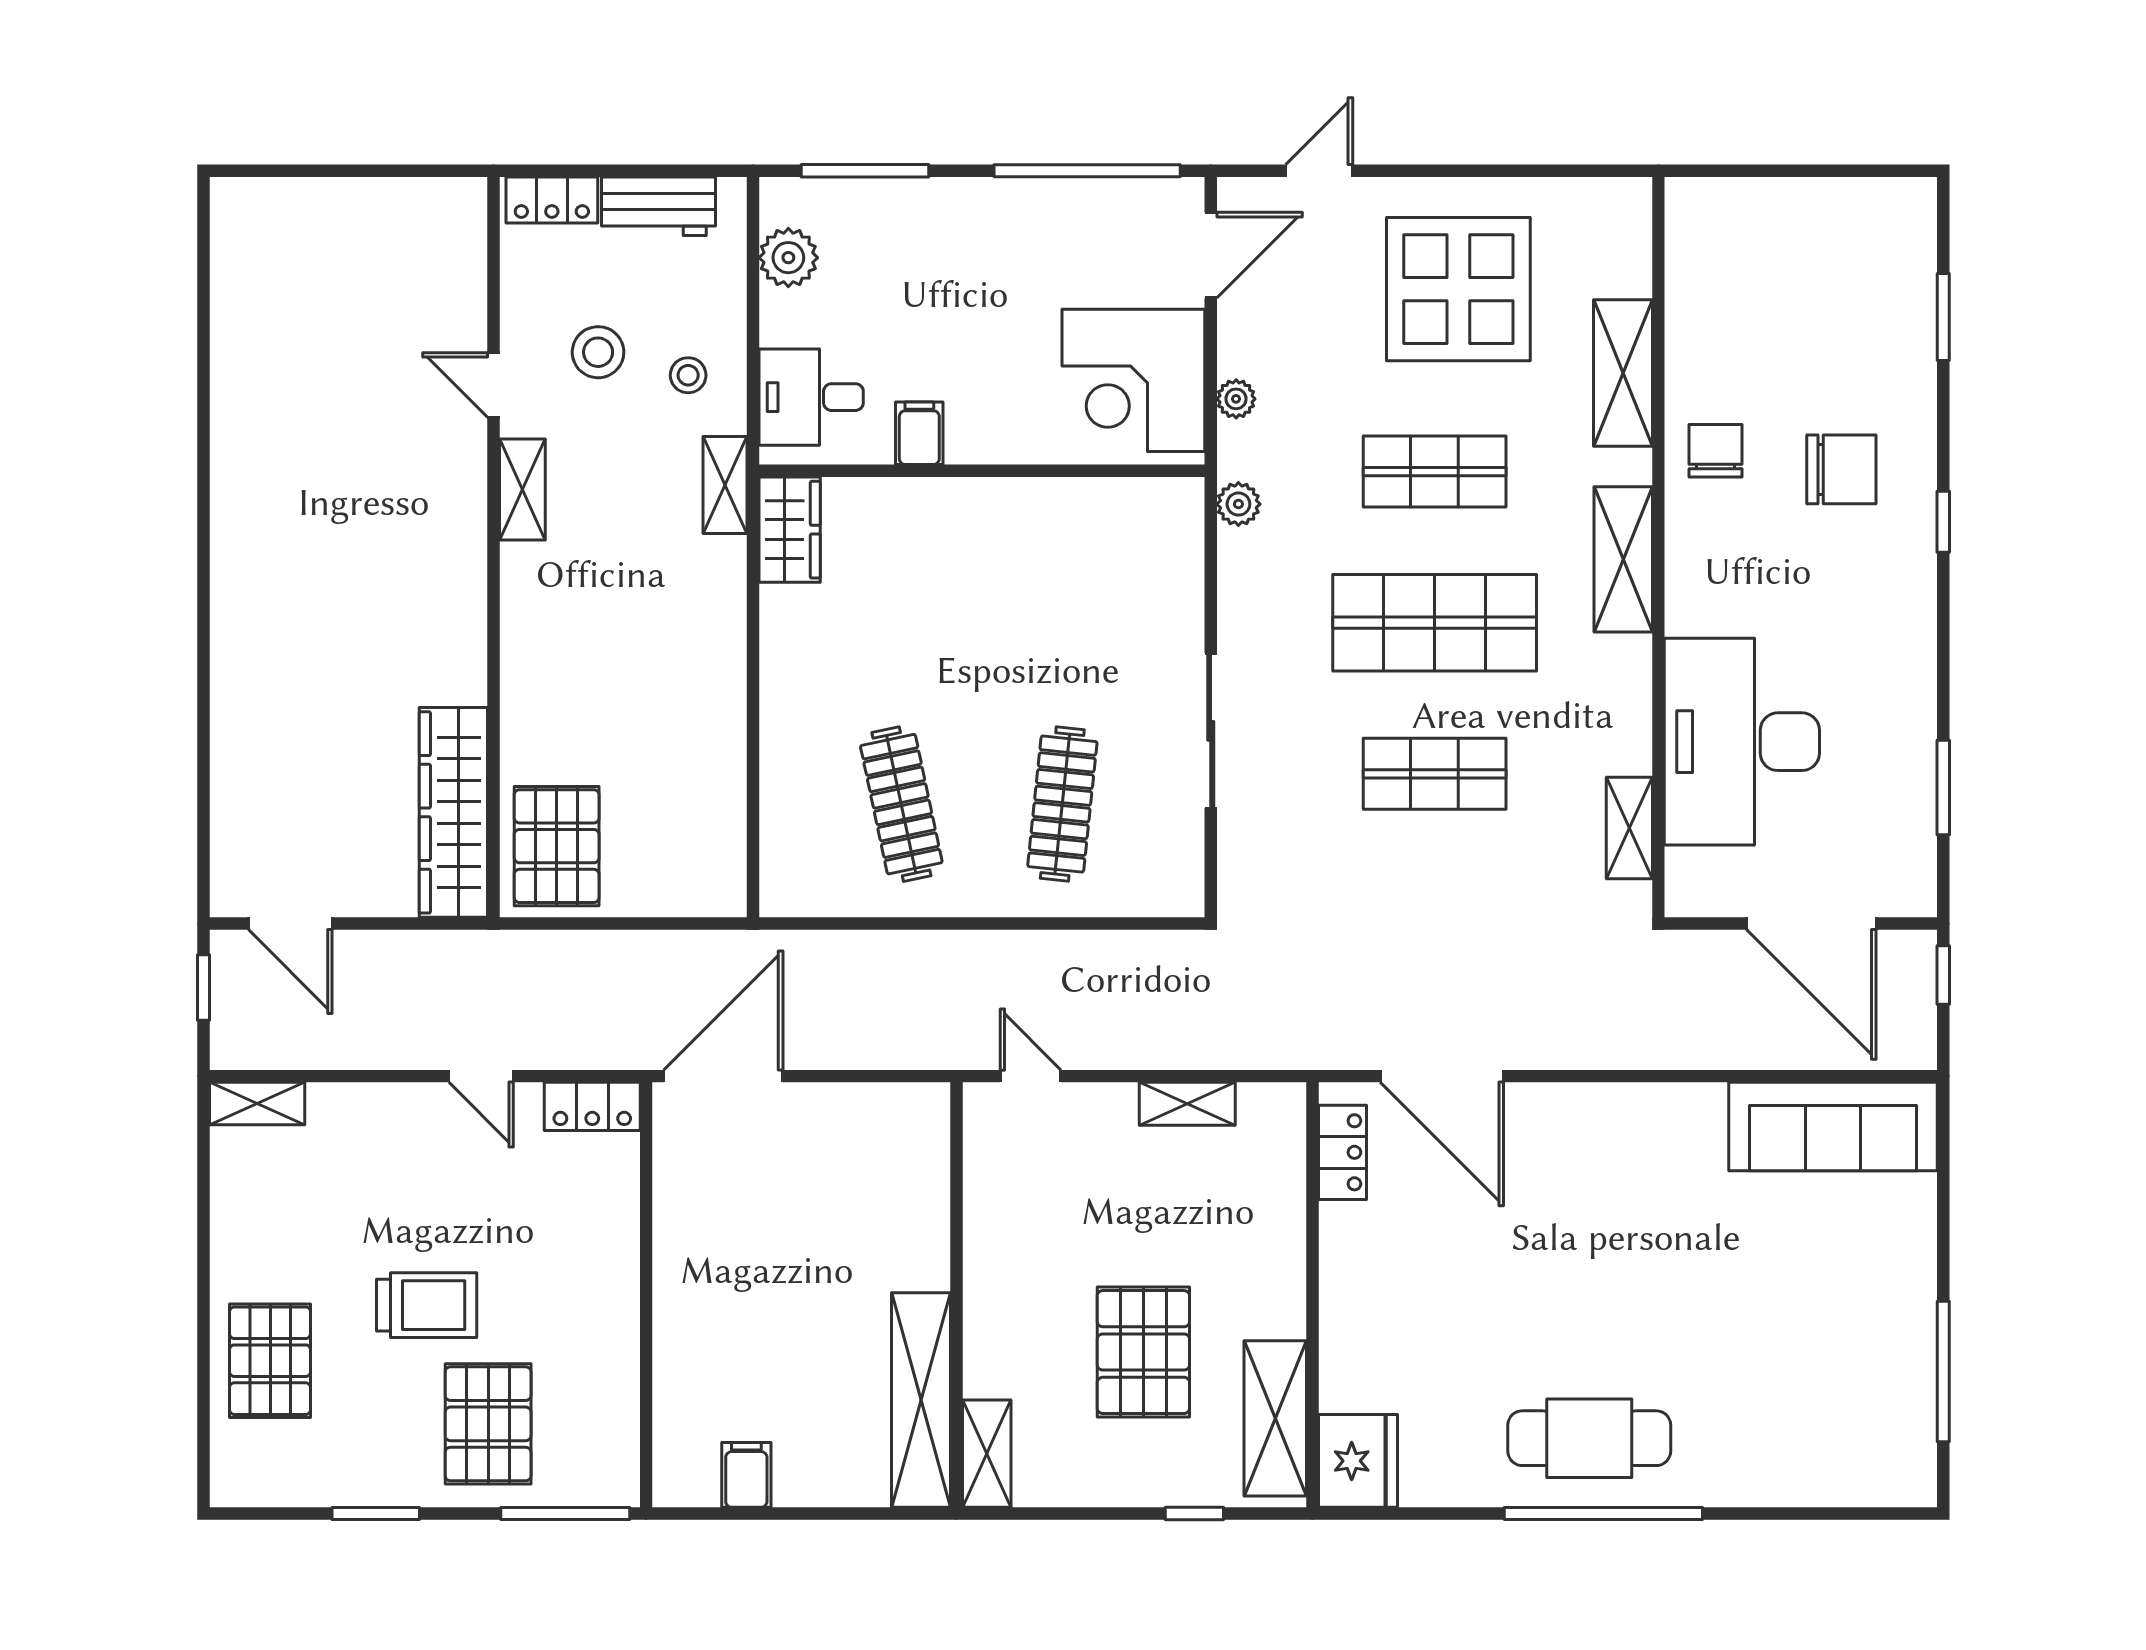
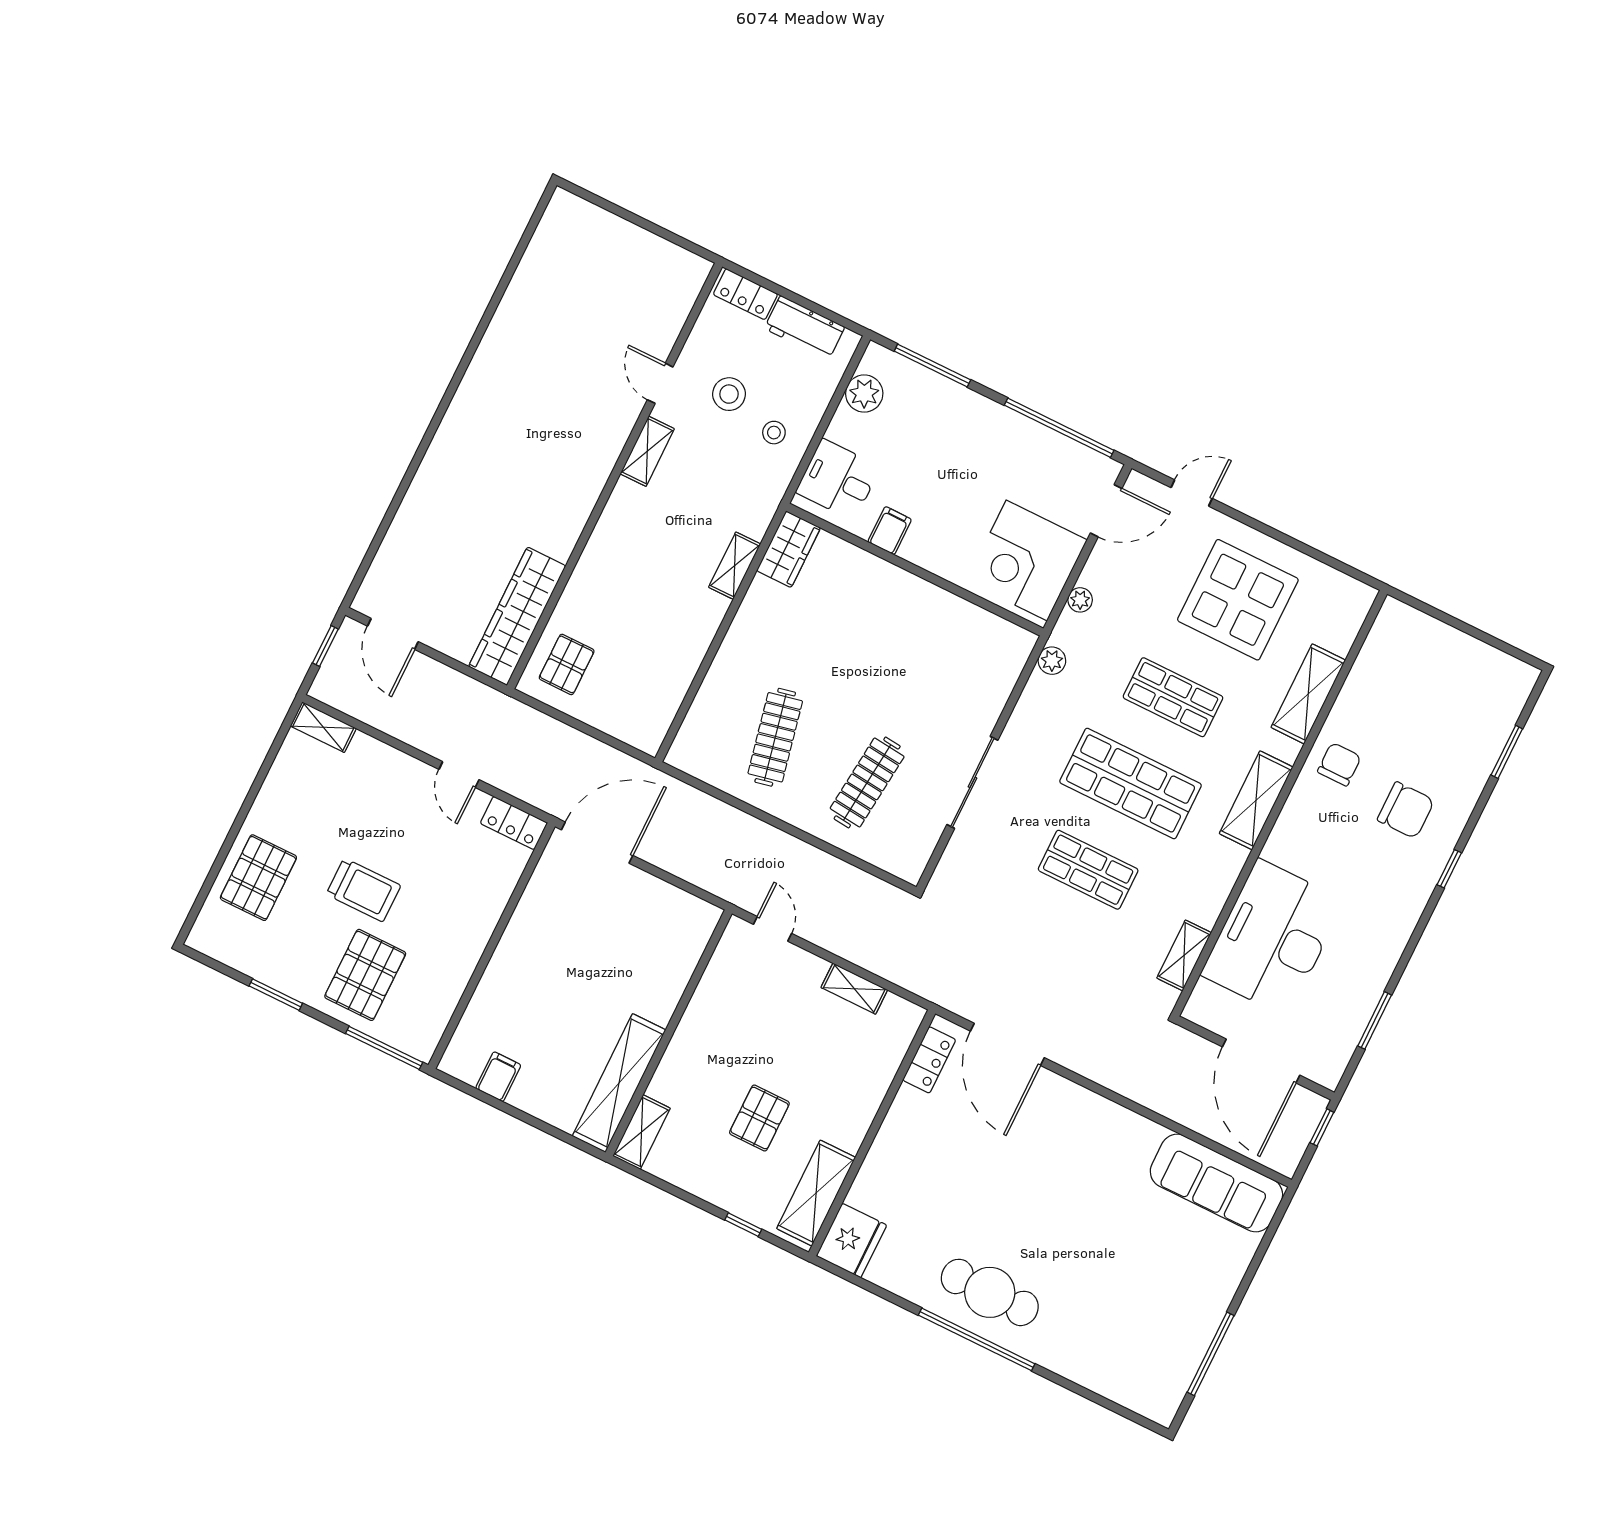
shelving: (725, 485) -> (735, 566), moved
pallet: (557, 846) -> (567, 664), width x0.67, depth x0.71
pallet: (1143, 1352) -> (759, 1118), width x0.67, depth x0.71

